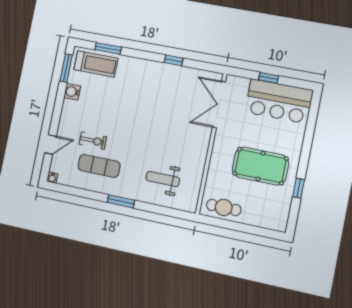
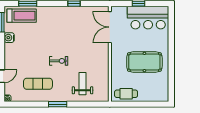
exercise bike: (93, 141) -> (59, 61), moved
weight bench: (163, 179) -> (83, 84), turned 90
window: (299, 188) -> (171, 71), removed

